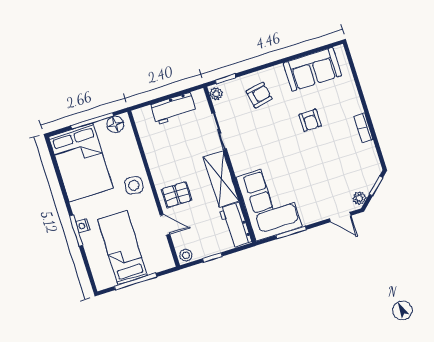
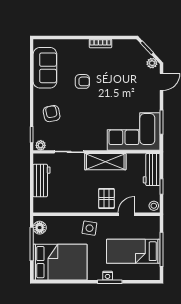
workbench: (235, 225) -> (152, 170), moved, turned 90

